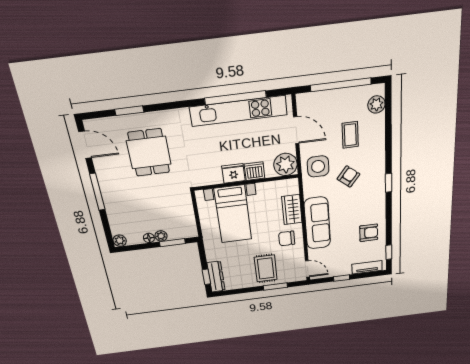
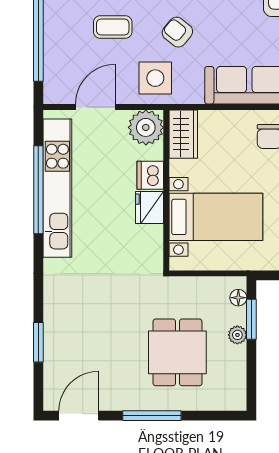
dining table: (149, 153) -> (177, 352), moved, turned 90
wardrobe: (292, 210) -> (183, 134), moved, turned -90
floor lamp: (149, 238) -> (238, 298), moved
plant: (120, 241) -> (237, 401), removed

